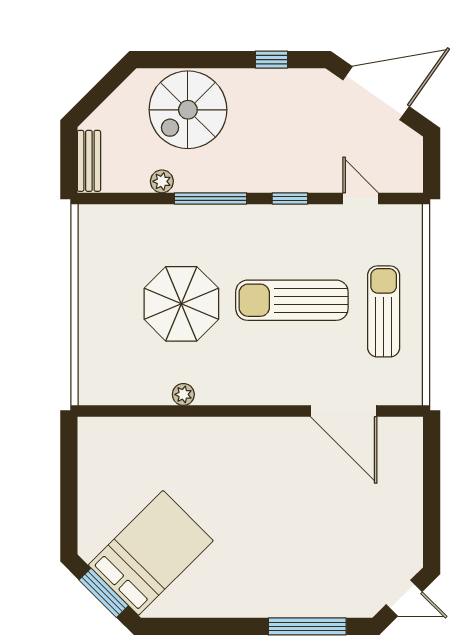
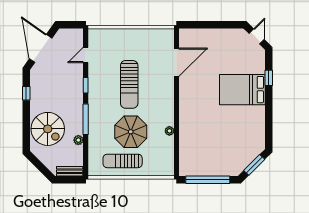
sun lounger: (384, 311) -> (123, 161), moved
window: (69, 484) -> (208, 180), added
bed: (151, 553) -> (242, 90), moved, turned -45
window: (307, 626) -> (269, 78), width x0.46

